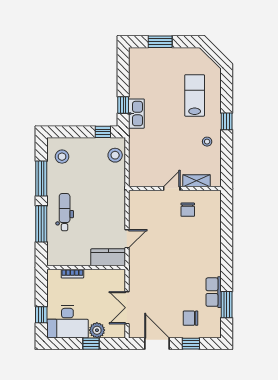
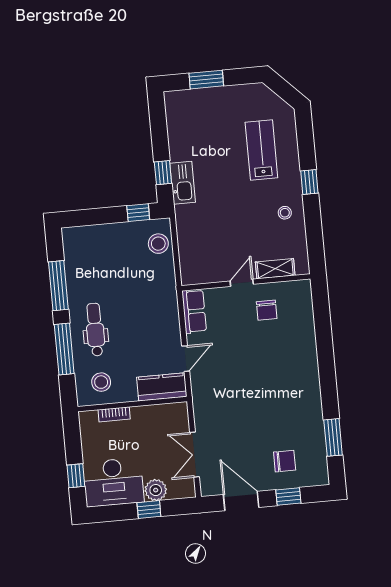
stool: (62, 157) -> (101, 382), moved
row of seats: (214, 292) -> (194, 311), moved, turned 180
chair: (191, 318) -> (285, 461), turned 180

